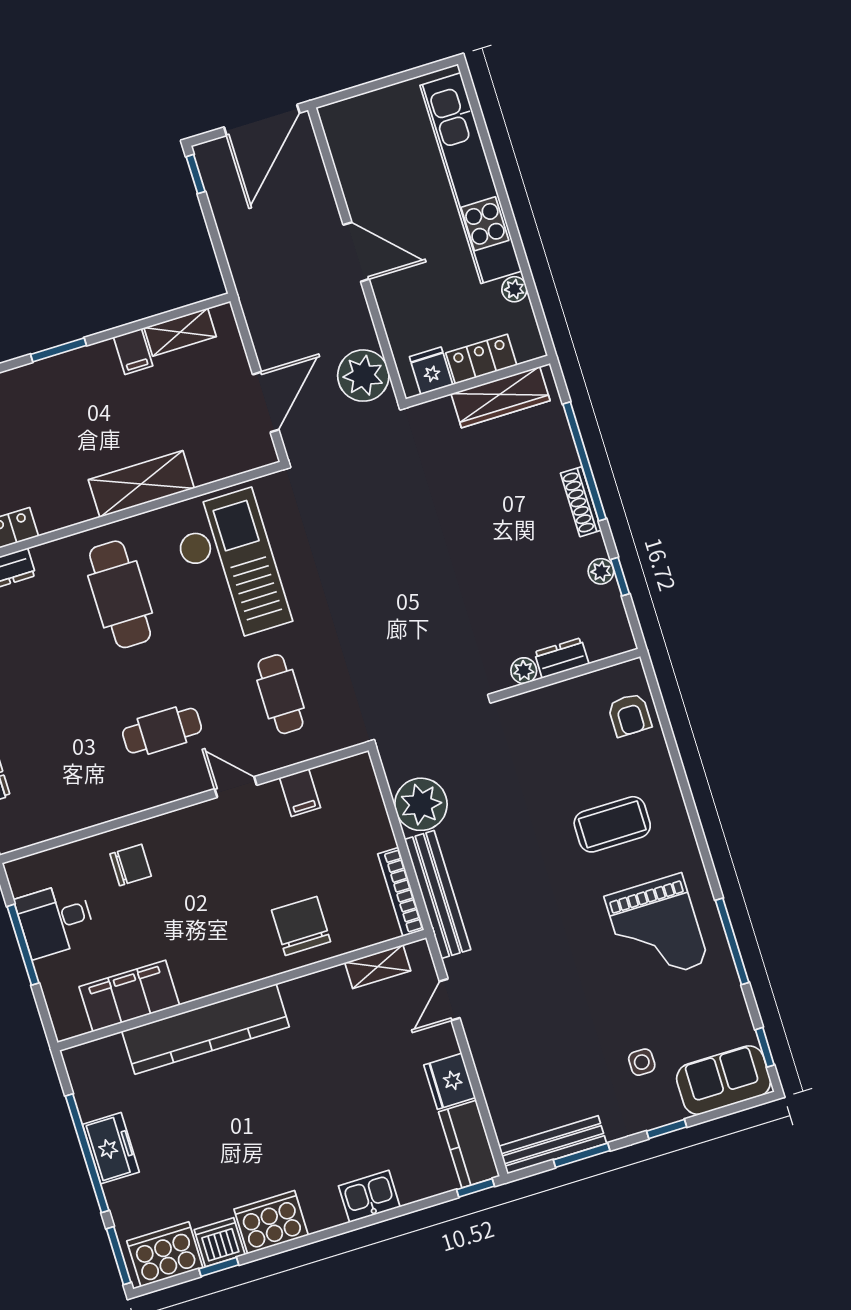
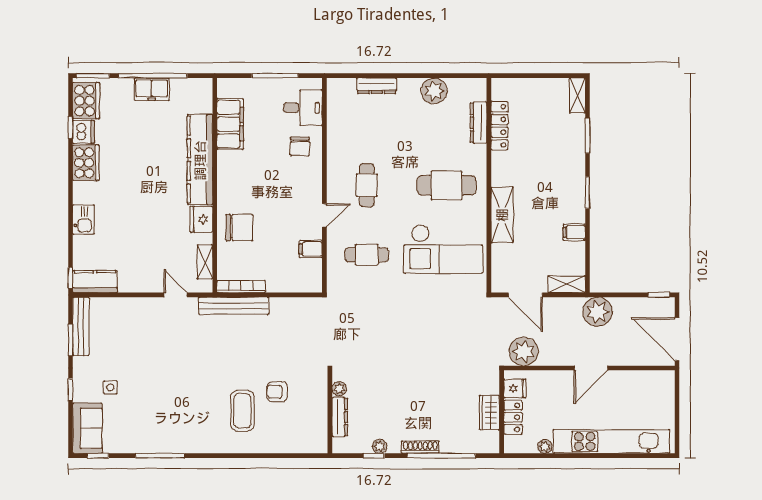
shelving: (180, 332) -> (567, 284), moved, turned 90
wardrobe: (501, 397) -> (489, 413), width x0.67
dresser: (562, 658) -> (340, 417), width x1.44
armchair: (630, 715) -> (277, 392), moved
plant: (421, 804) -> (598, 312), moved
desk: (55, 920) -> (303, 108), moved, turned 90
grand piano: (657, 929) -> (179, 417), removed
fridge: (450, 1081) -> (201, 219), moved, turned -90

